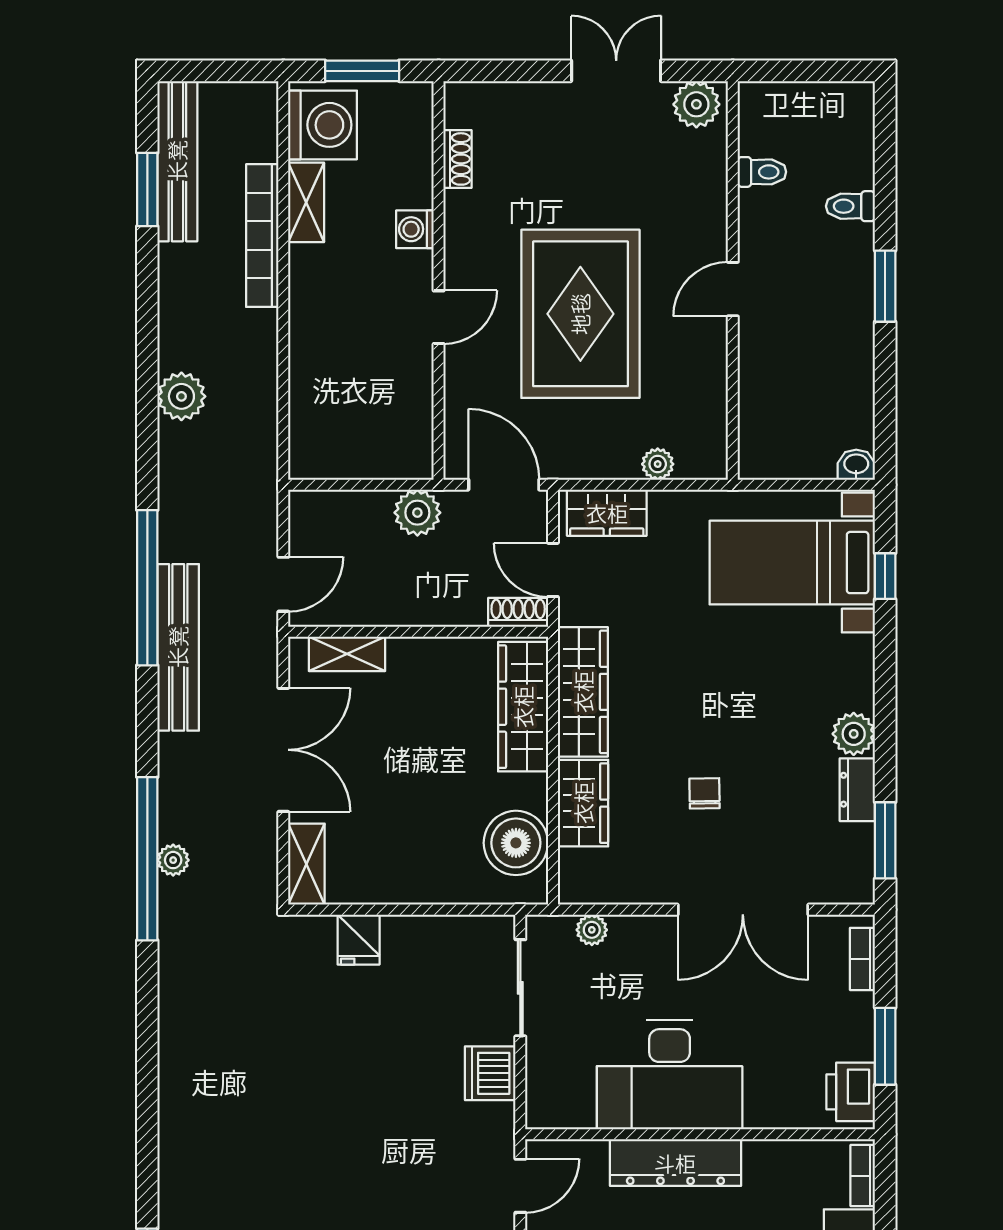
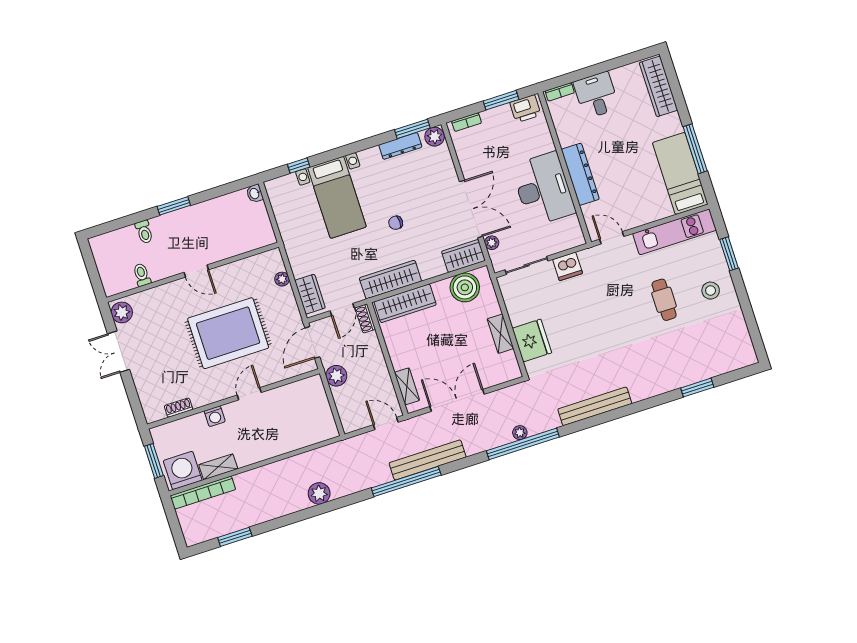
bench: (177, 161) -> (595, 406), moved
bookcase: (262, 236) -> (203, 493), moved
door: (439, 317) -> (249, 394), hinge flipped
bed with nightstands: (792, 563) -> (337, 197), moved
plant: (854, 734) -> (435, 137), moved
dresser: (857, 790) -> (400, 146), width x1.44
chair: (705, 793) -> (396, 223), moved
wardrobe: (583, 803) -> (463, 256), moved
shelving: (306, 864) -> (500, 334), moved, turned 90
double door: (743, 910) -> (471, 209), moved
fridge: (359, 940) -> (532, 341), width x1.88, depth x1.34

